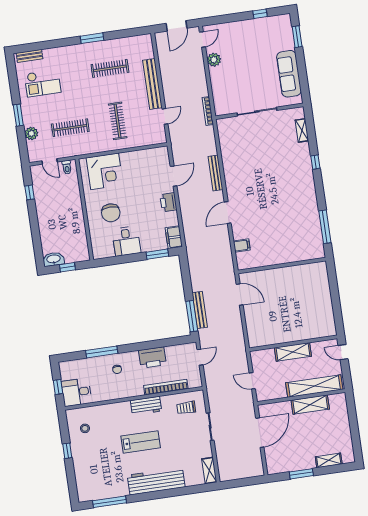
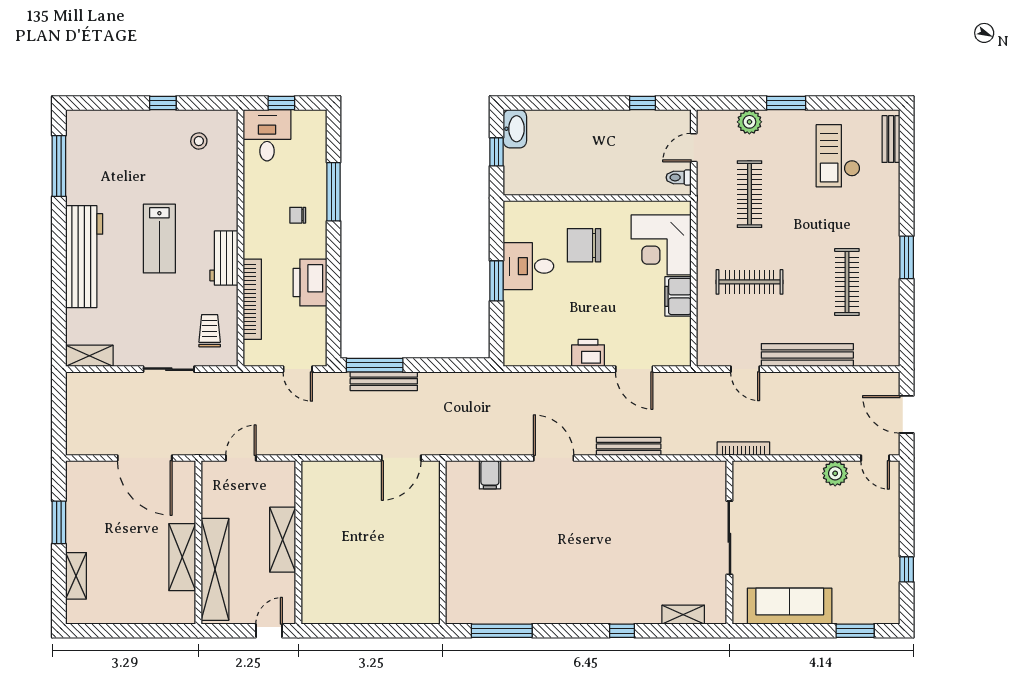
filing cabinet: (174, 237) -> (678, 296), moved, turned -90
window: (157, 254) -> (497, 281), moved

